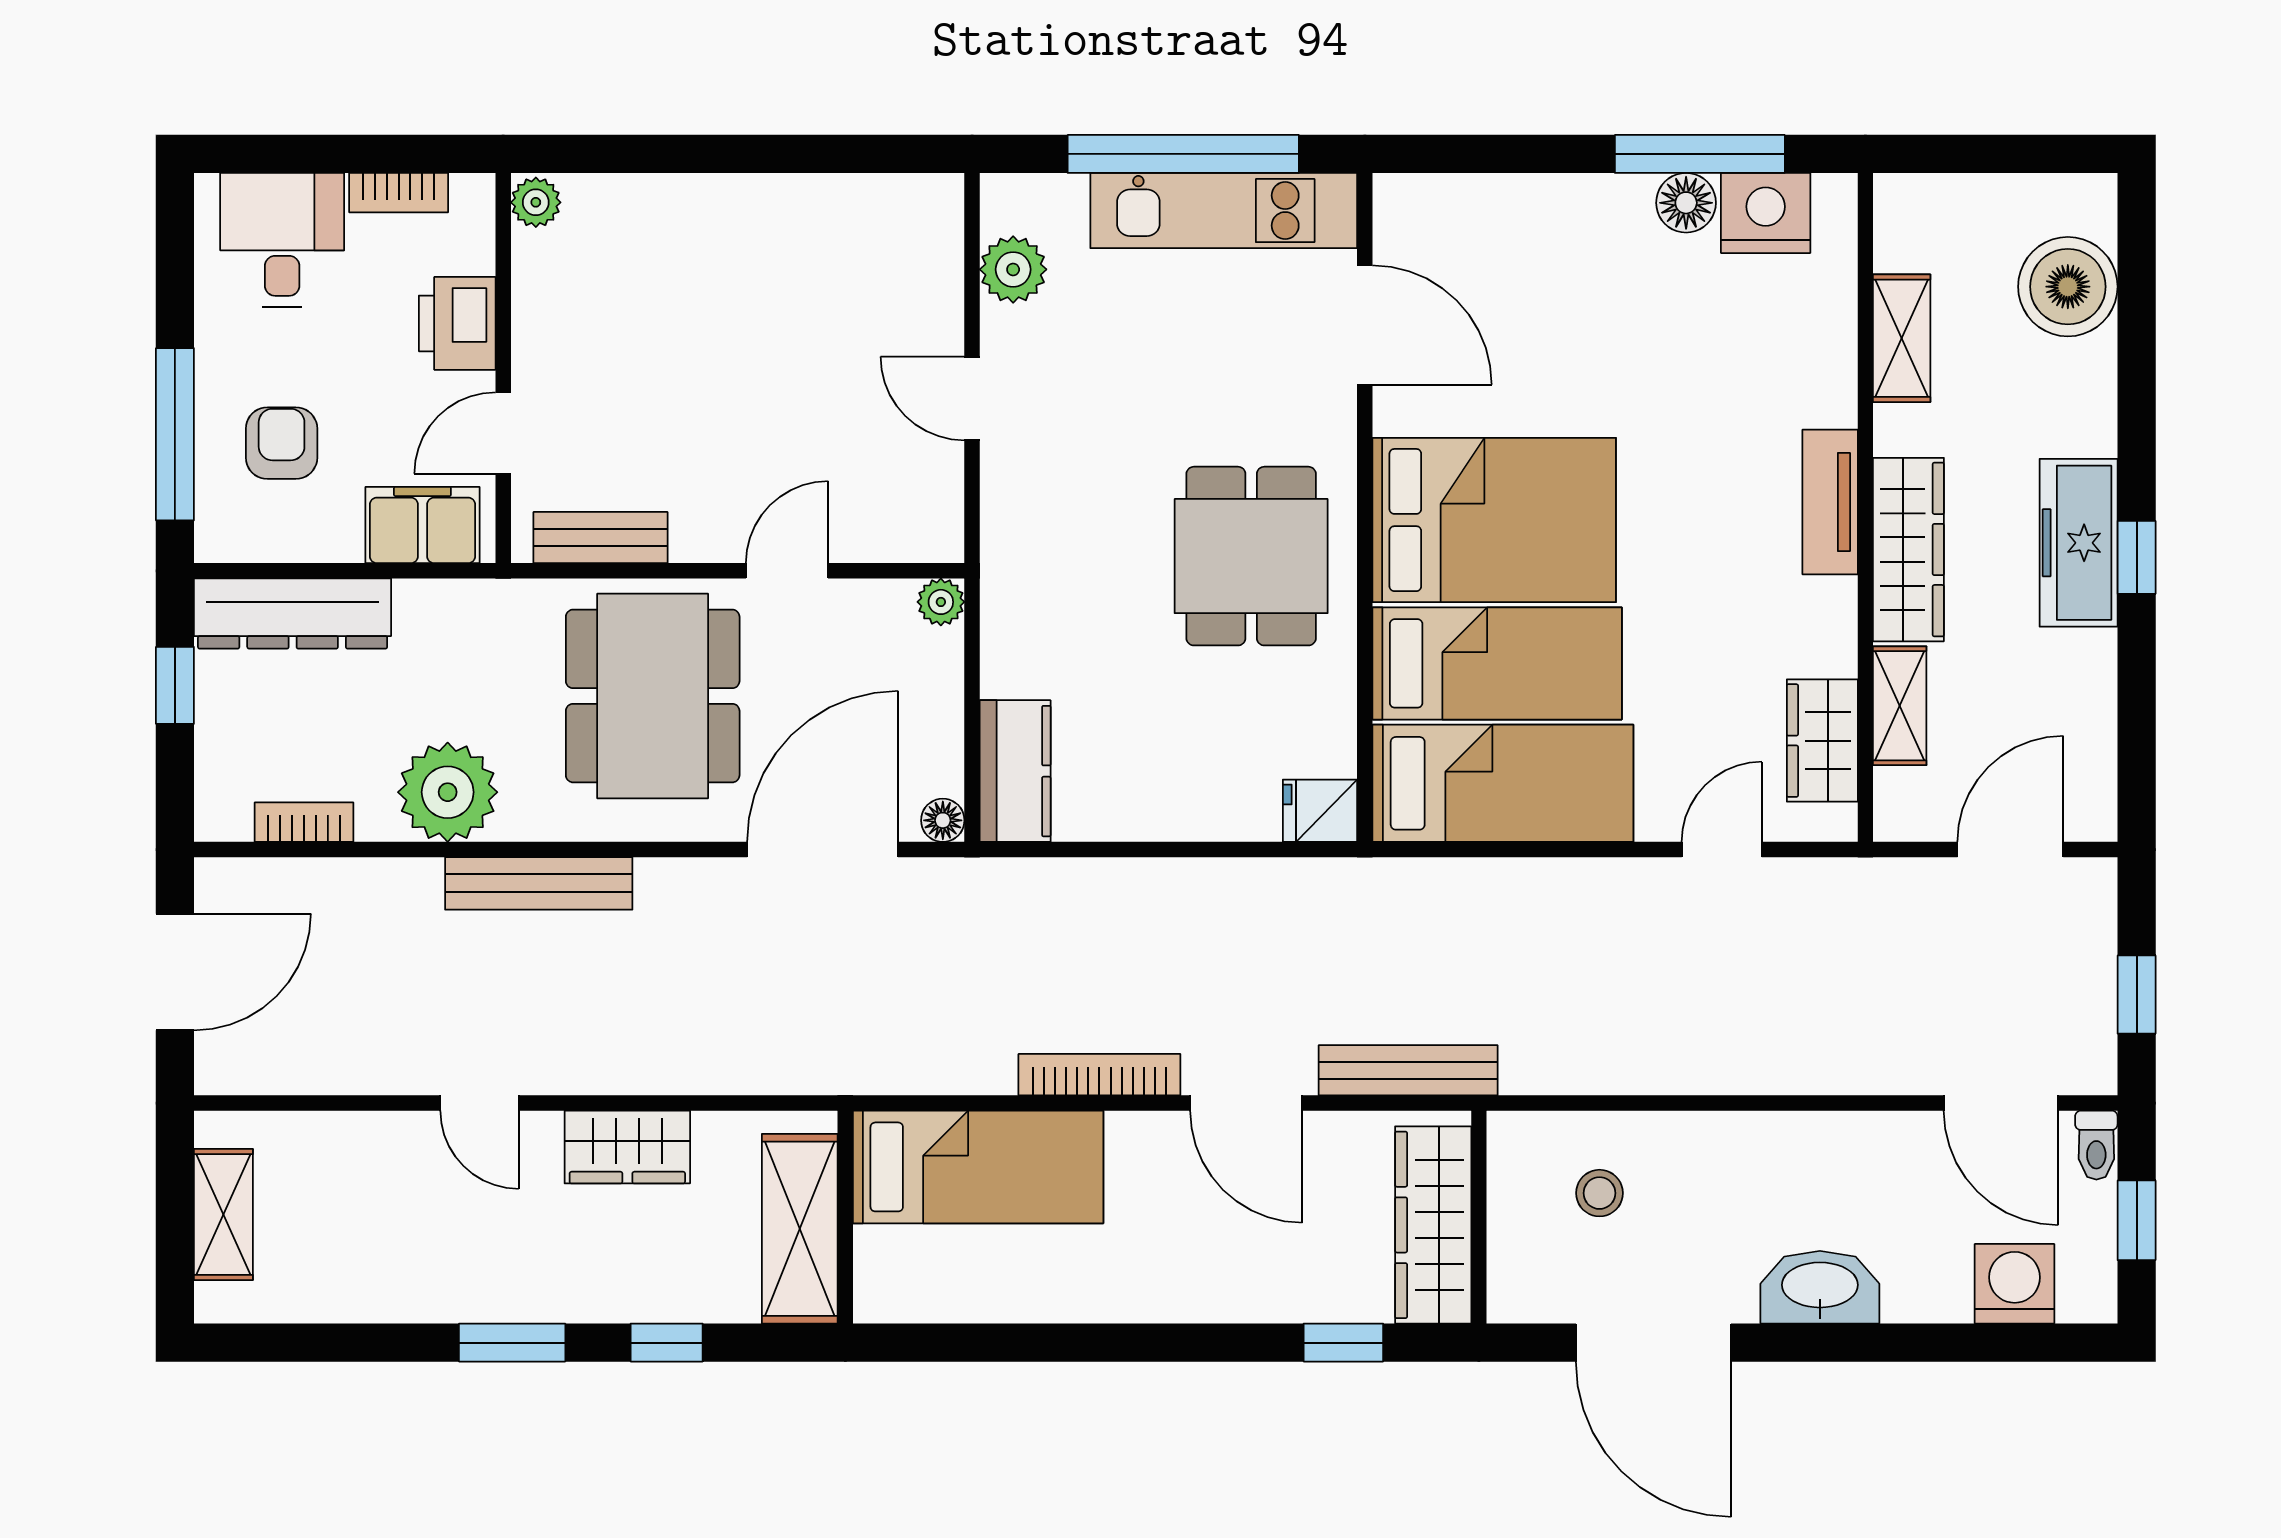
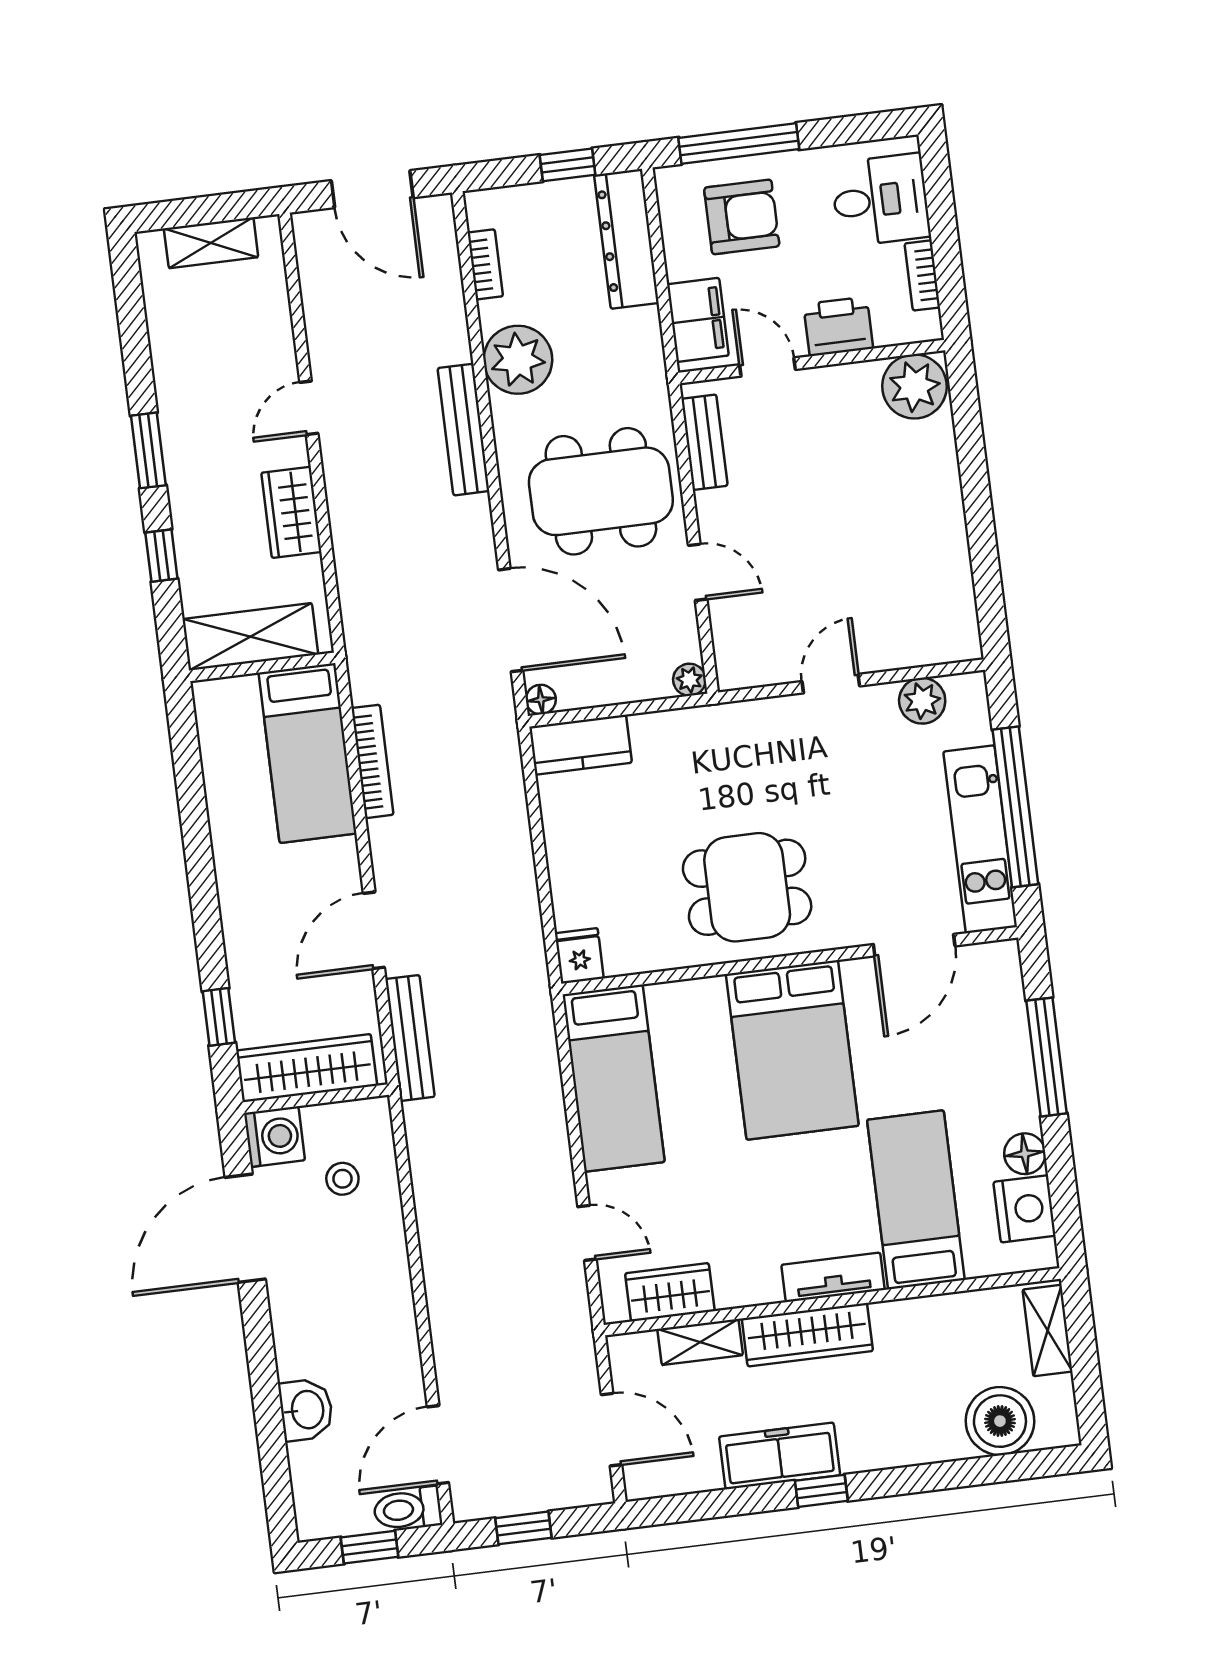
window: (1700, 154) -> (1047, 1057), moved
plant: (536, 202) -> (914, 386), width x1.87, depth x1.87
shelving: (1902, 338) -> (1048, 1331), moved, turned 90
armchair: (282, 443) -> (742, 217), width x1.38, depth x1.38
freezer: (2079, 543) -> (780, 1456), moved
bed: (1497, 663) -> (916, 1200), moved, turned 180
bookcase: (1099, 1075) -> (372, 761), moved
toilet: (2096, 1145) -> (408, 1509), width x1.37, depth x1.39
washing machine: (2015, 1284) -> (275, 1137), moved
washbasin: (1820, 1287) -> (306, 1410), moved, width x0.72

